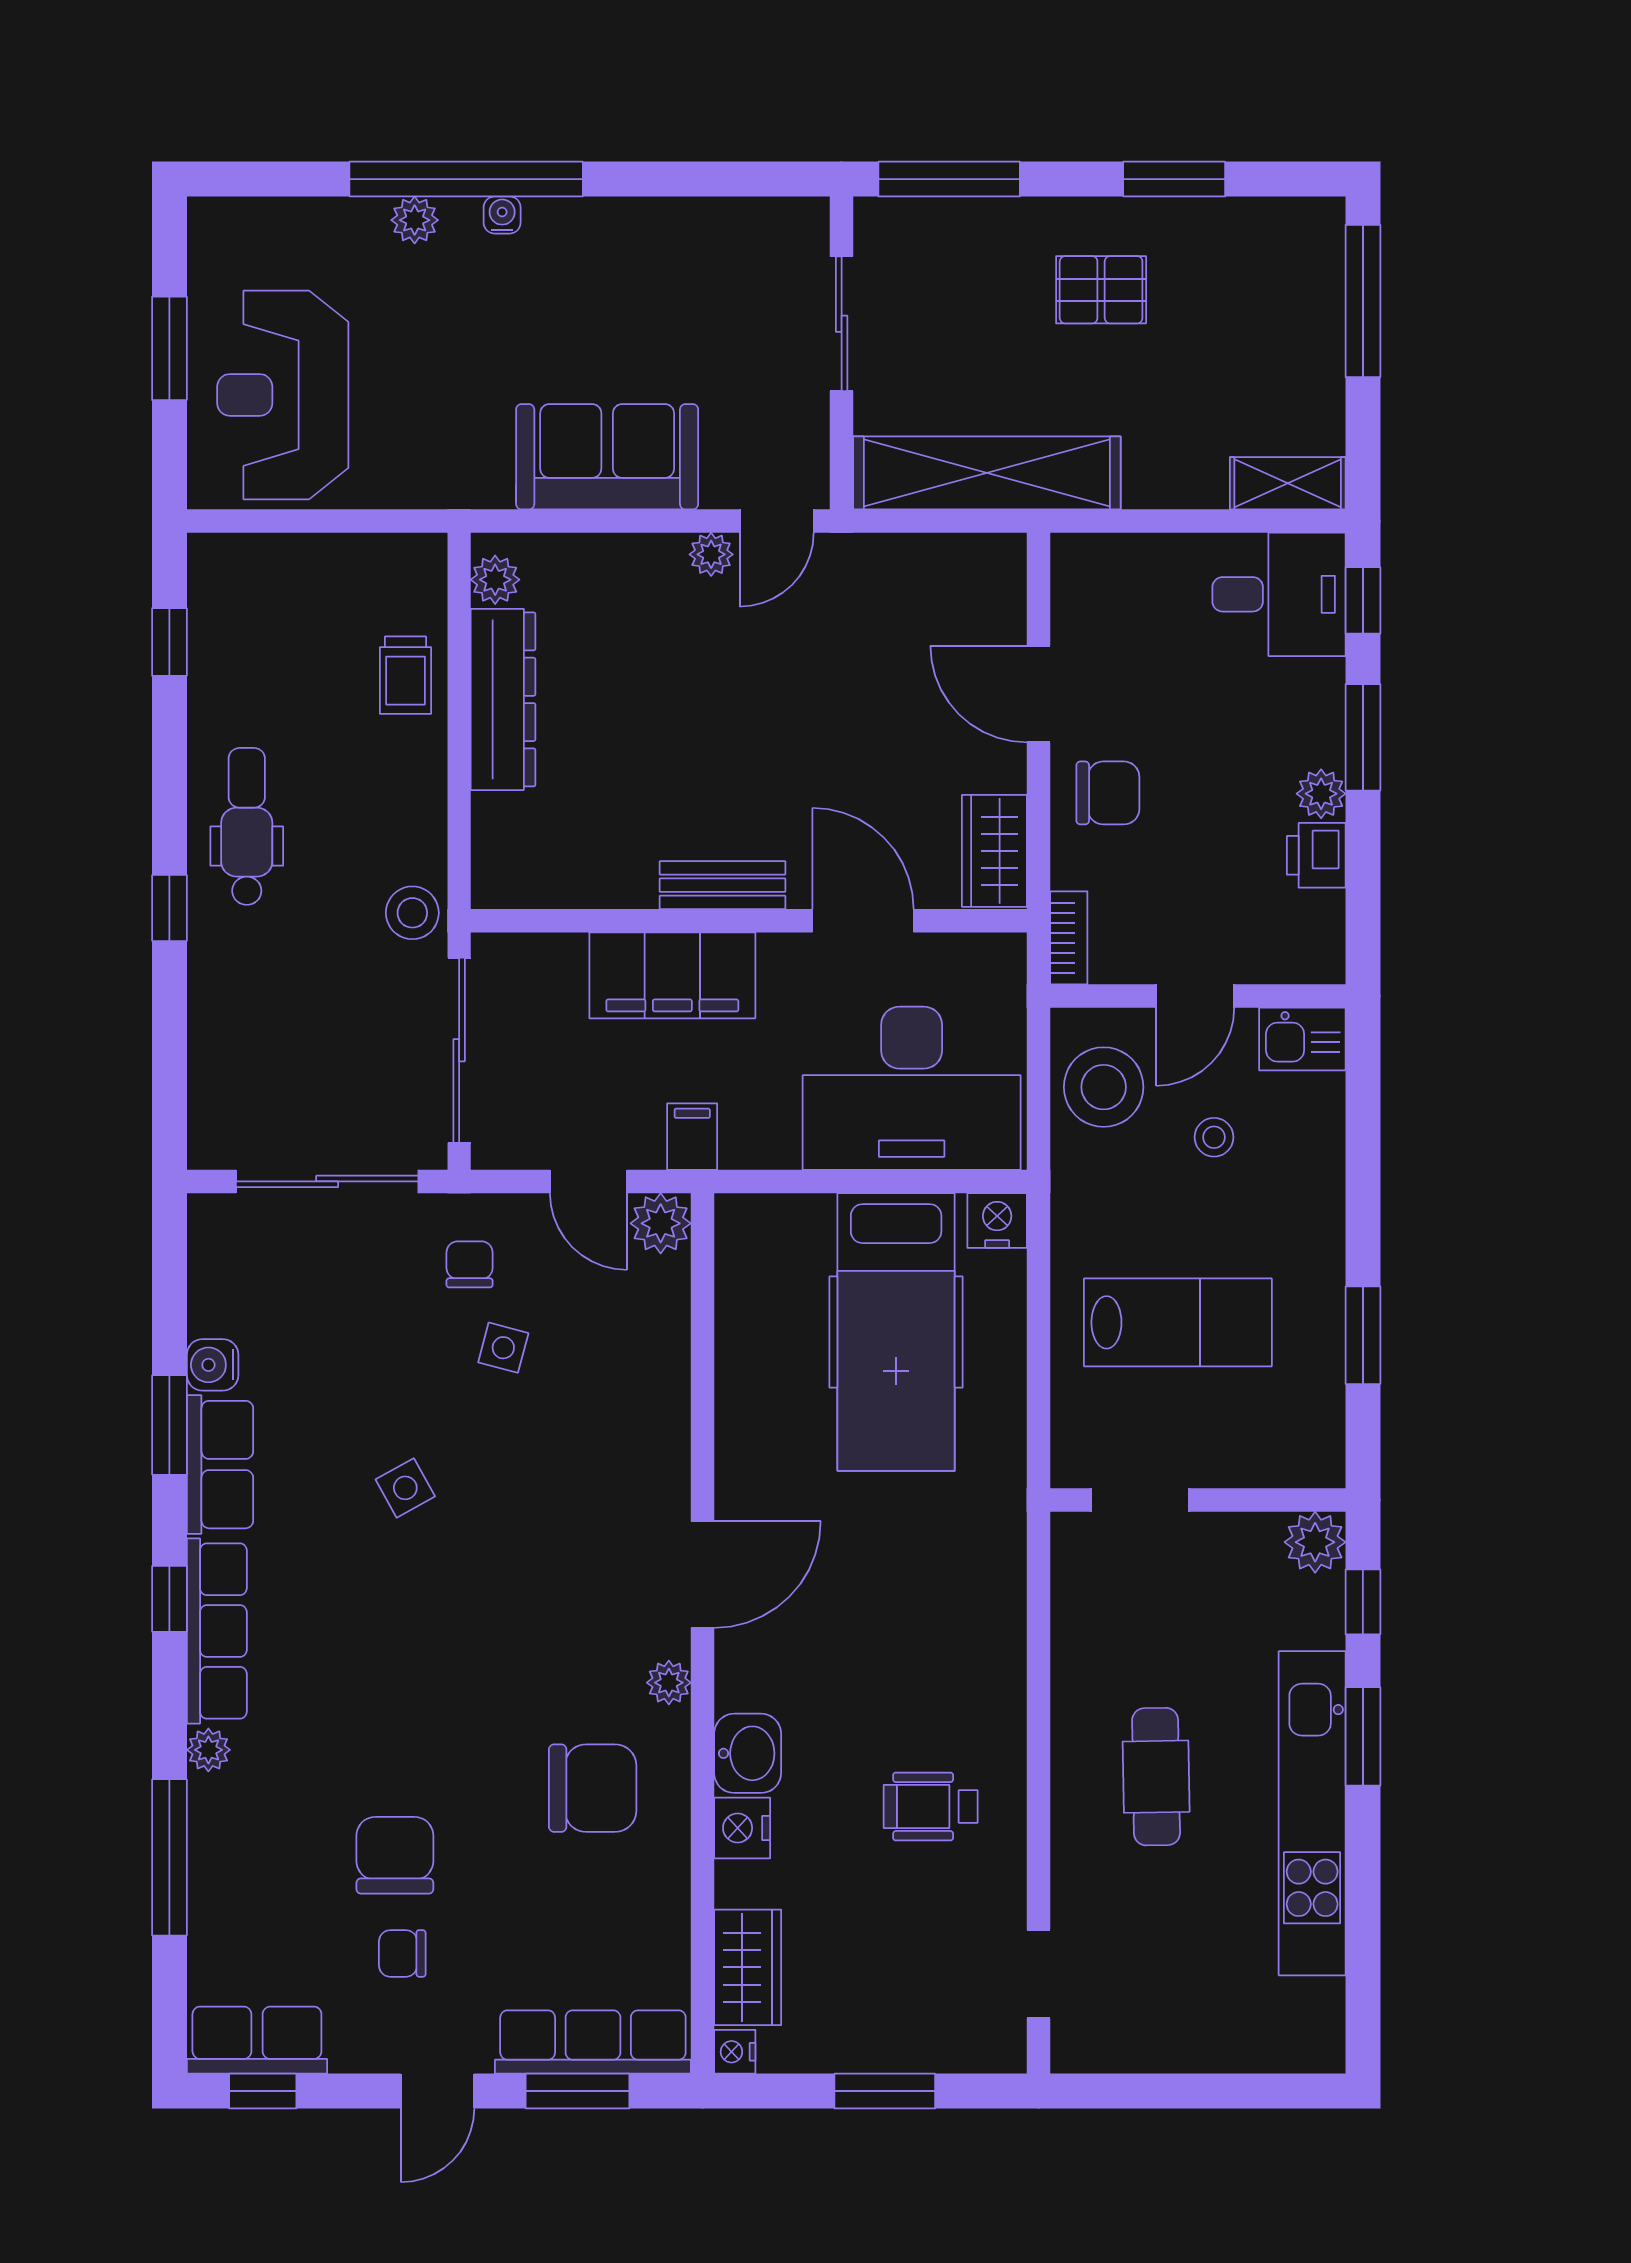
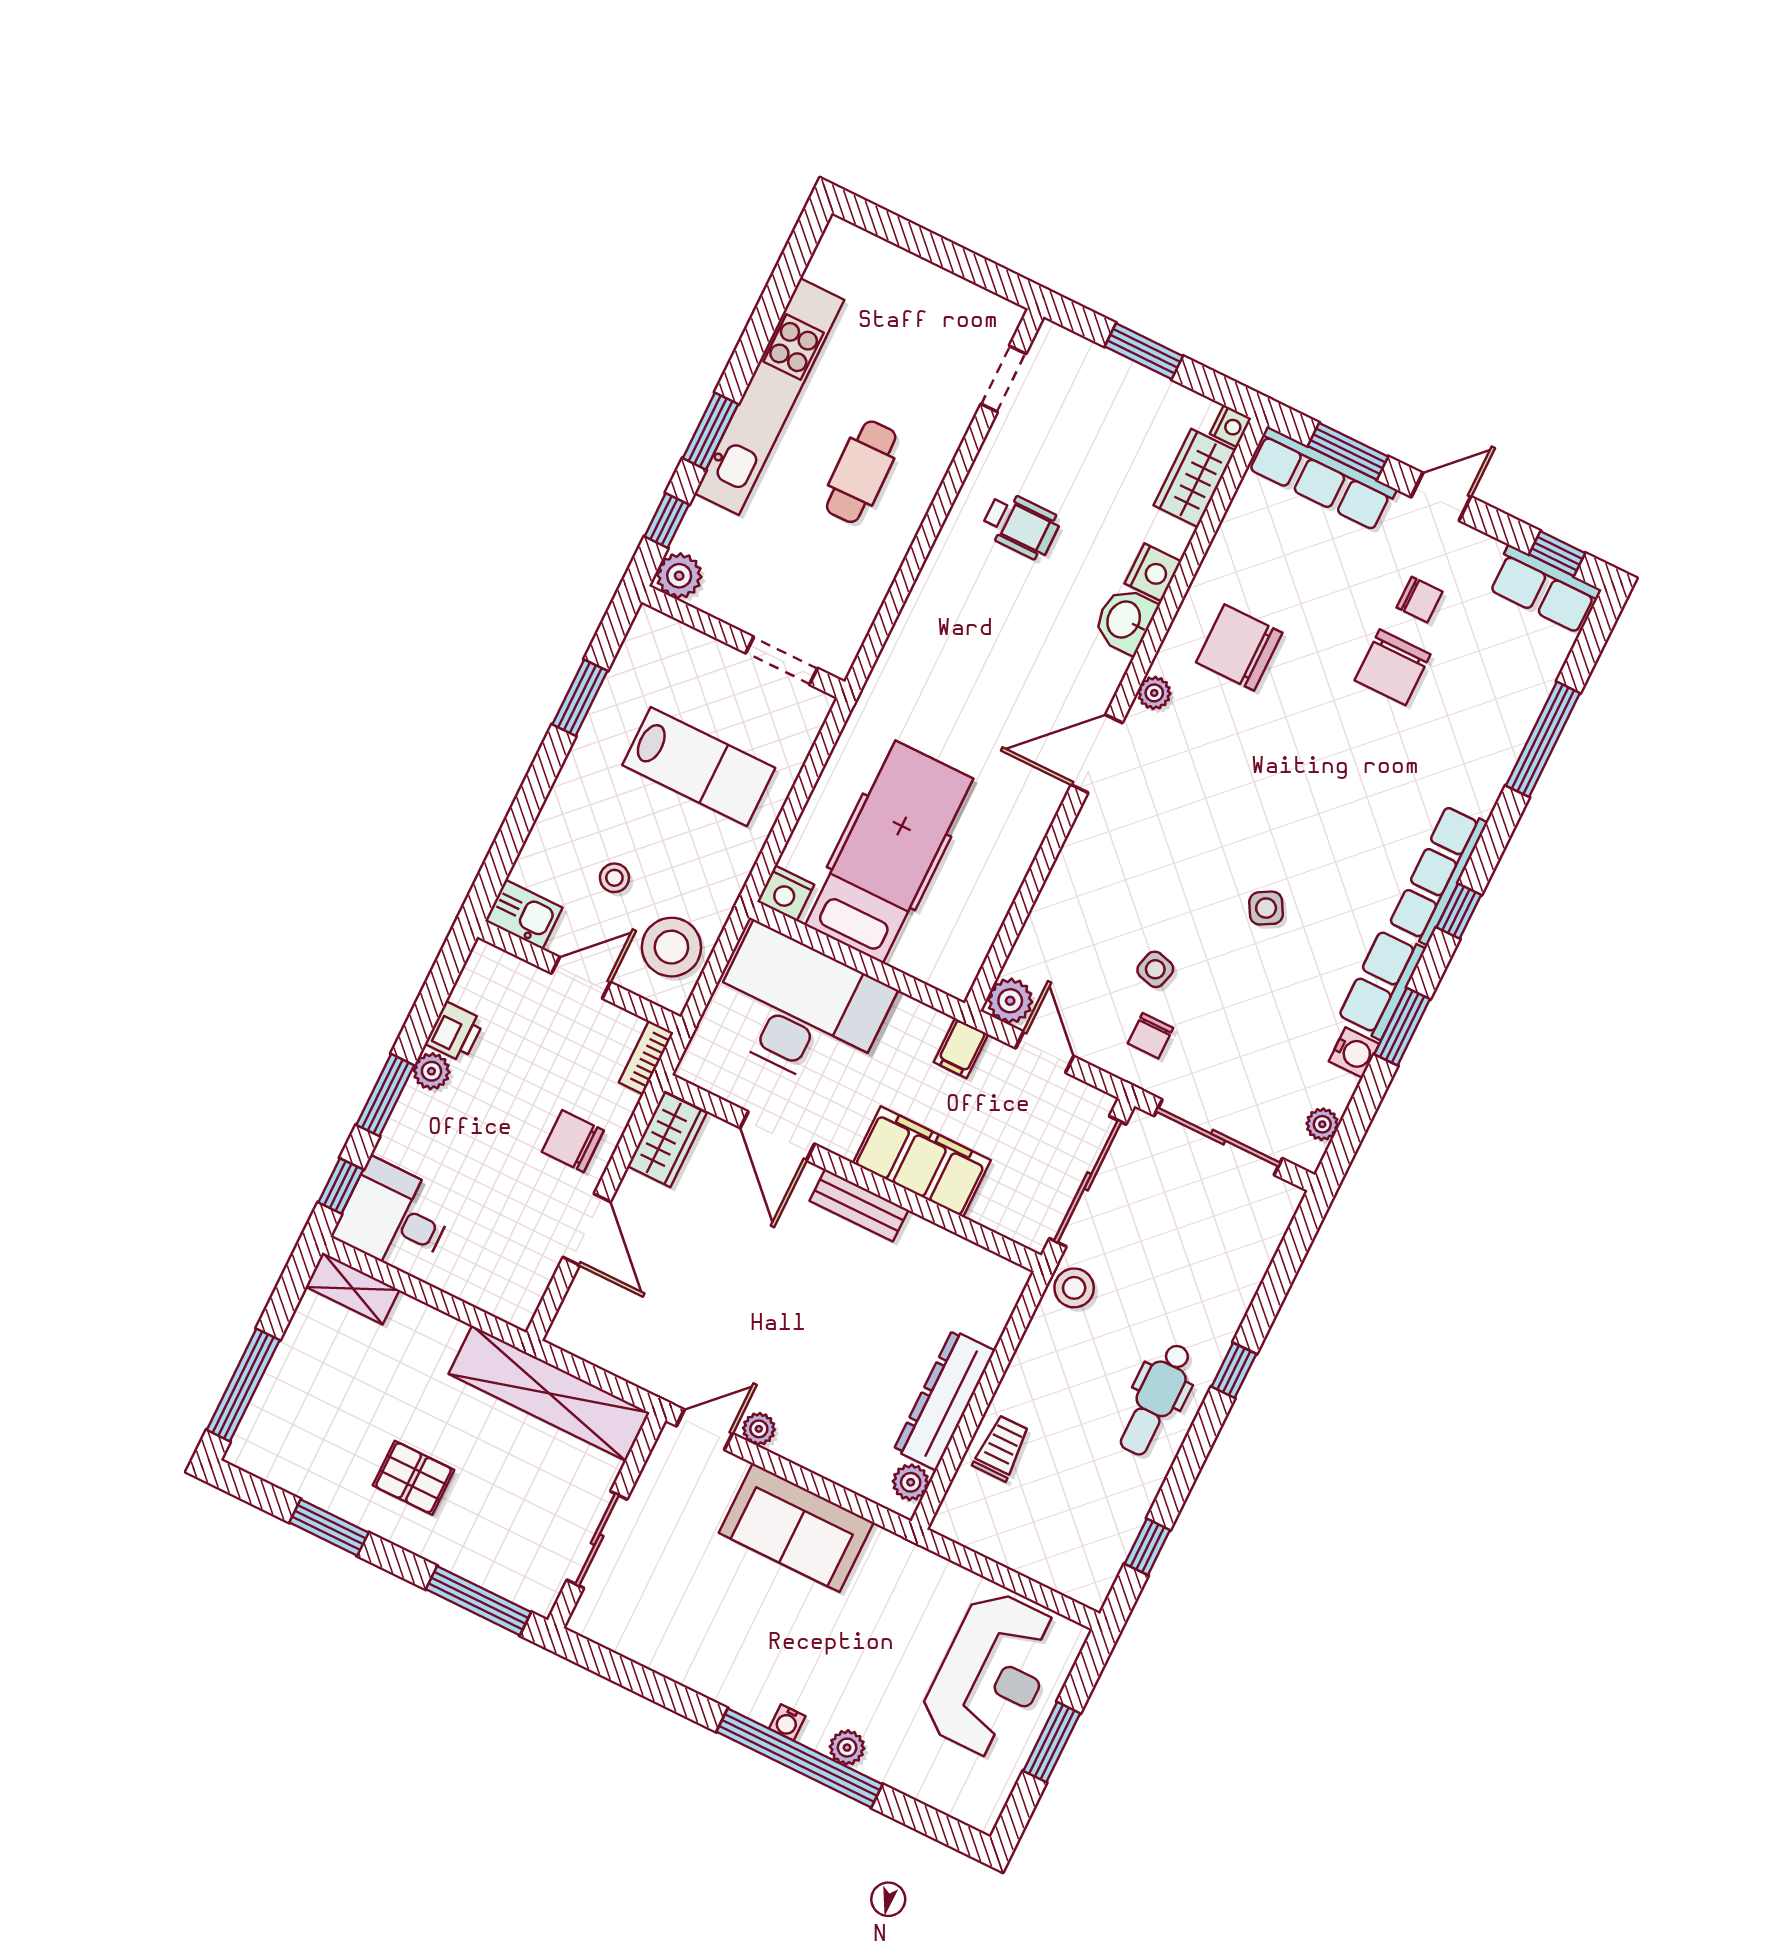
lab bench: (1178, 1322) -> (699, 767), turned 180
plant: (208, 1750) -> (1322, 1124), moved

